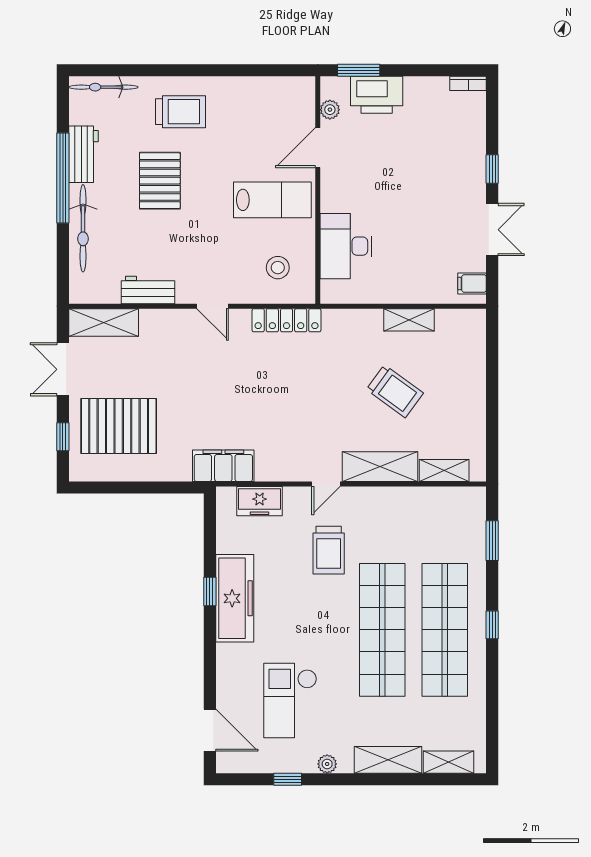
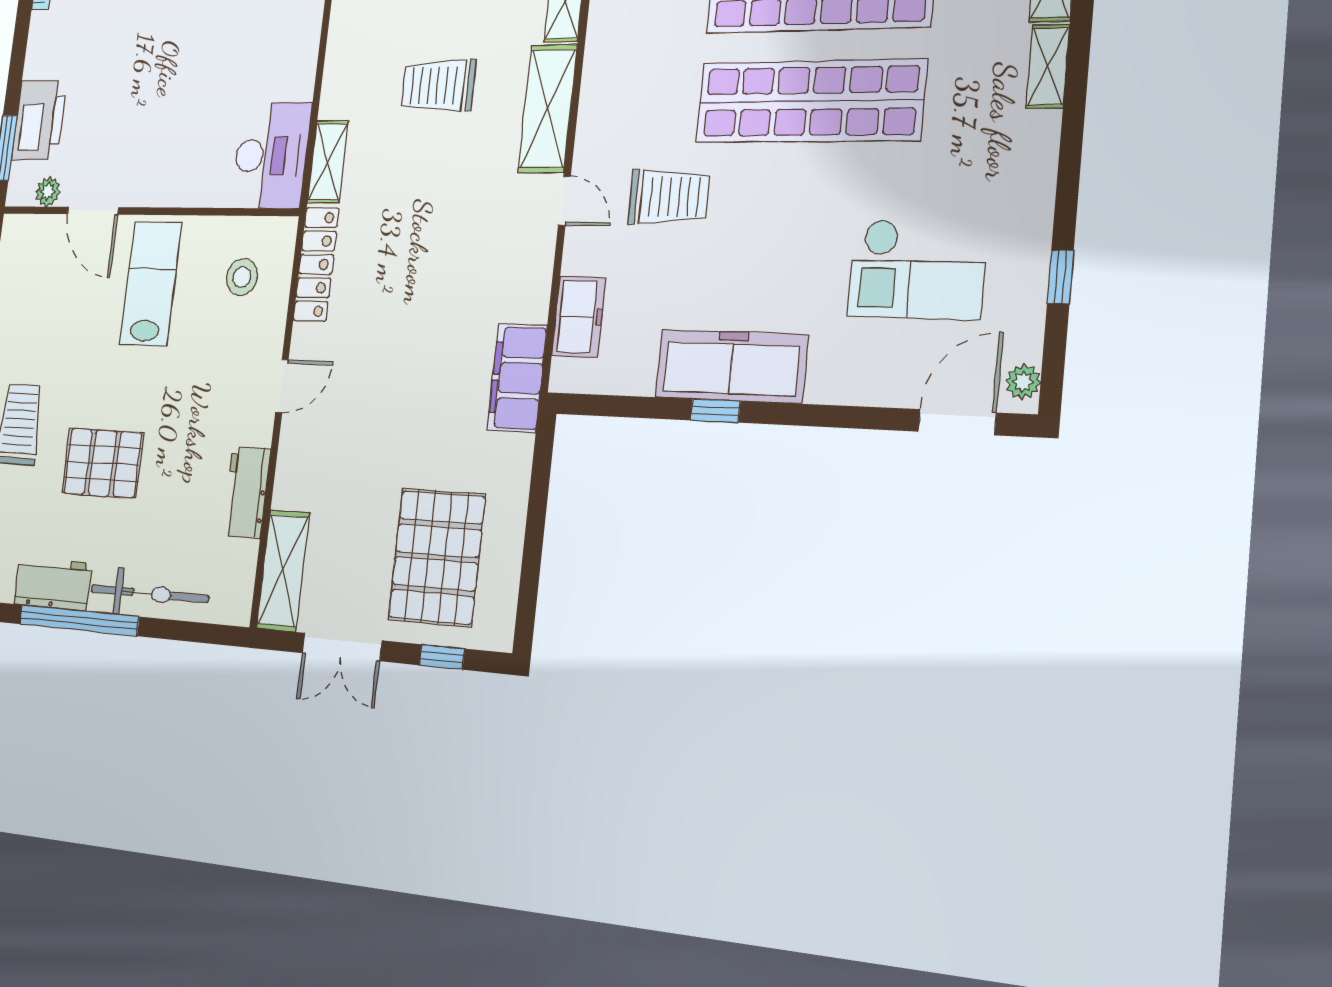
desk: (346, 246) -> (271, 156), moved, turned -90
shelving: (409, 320) -> (328, 162), moved
trolley: (395, 391) -> (438, 86), turned -126
shelving: (388, 760) -> (1048, 67), width x0.67, depth x0.75
plant: (327, 764) -> (1023, 382), moved

